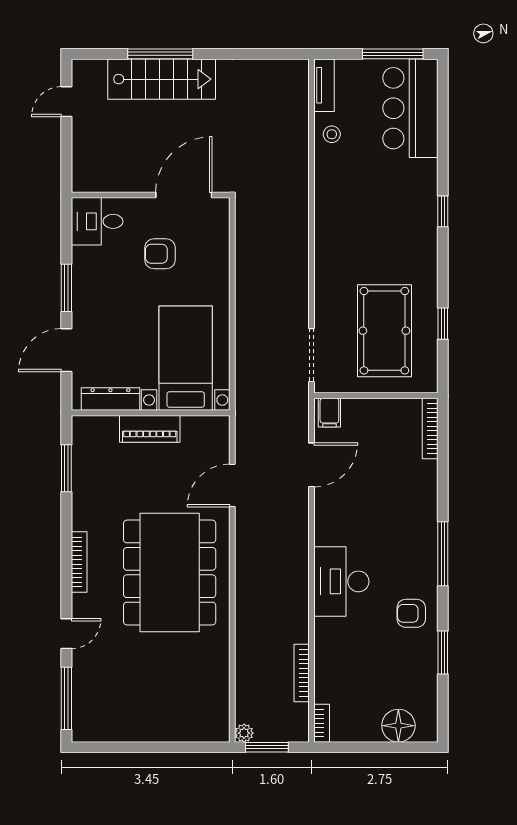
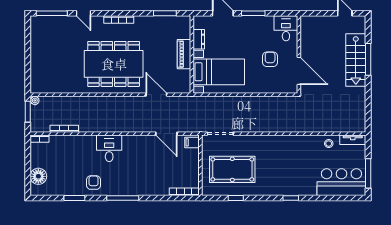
dresser: (110, 399) -> (199, 39), width x0.70
desk: (341, 581) -> (109, 148), width x0.73

